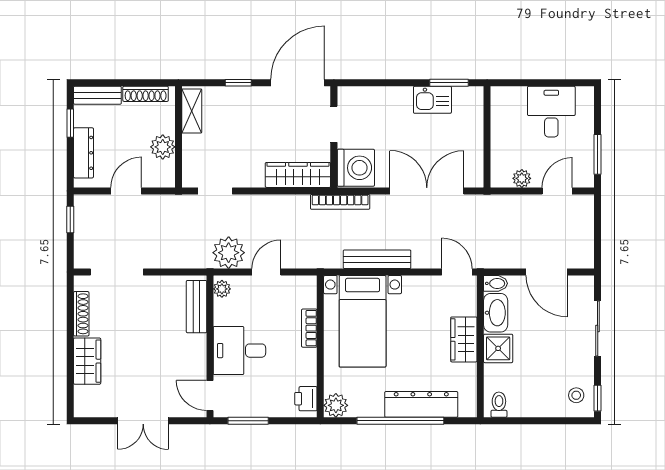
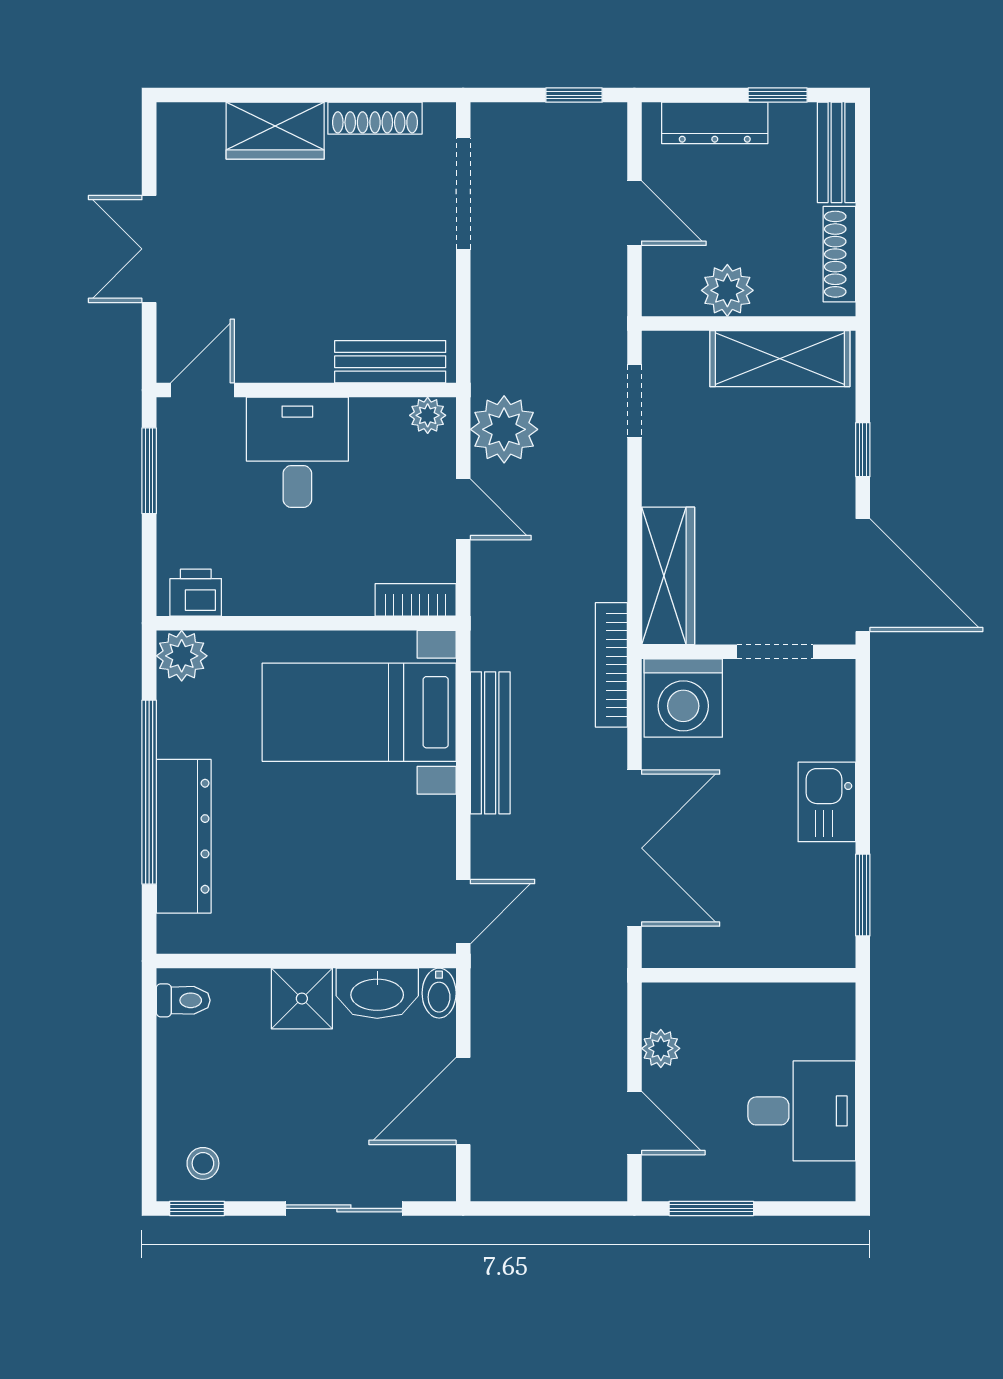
kitchen sink: (432, 100) -> (827, 802), moved
shelving: (192, 111) -> (780, 359), width x1.50, depth x1.33
bookcase: (309, 328) -> (416, 600), moved
wardrobe: (464, 339) -> (321, 926), removed

